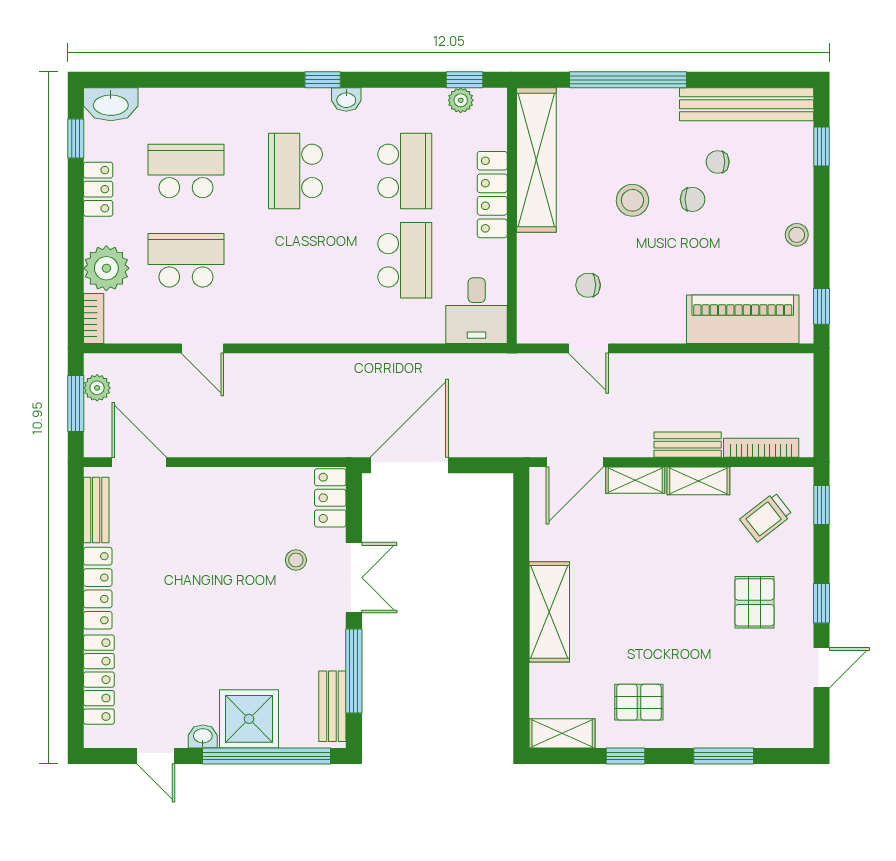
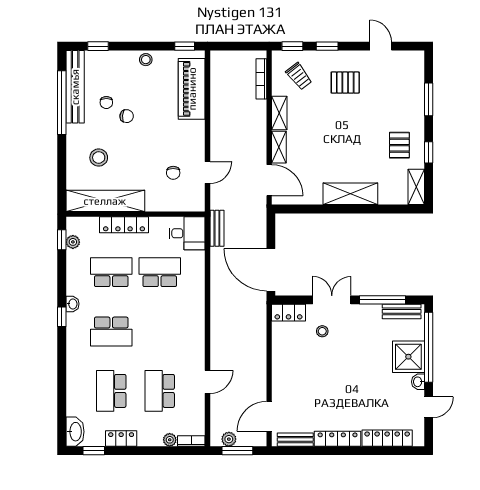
window: (628, 80) -> (62, 103), moved
chair: (693, 199) -> (127, 116), turned 95
stool: (632, 200) -> (99, 157), moved
plant: (106, 268) -> (170, 440), width x0.53, depth x0.53
bench: (688, 445) -> (217, 228), moved
window: (822, 603) -> (327, 46), moved

